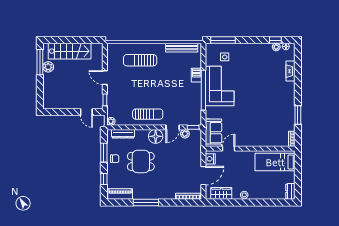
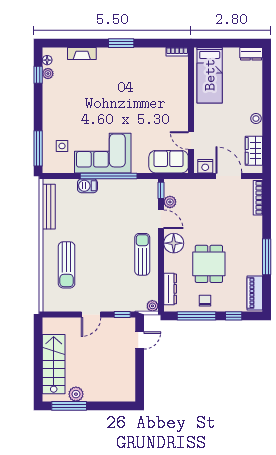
window: (298, 115) -> (121, 43), moved
window: (104, 153) -> (197, 316), width x1.44

